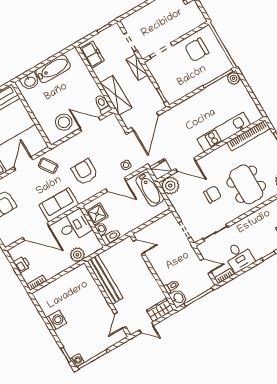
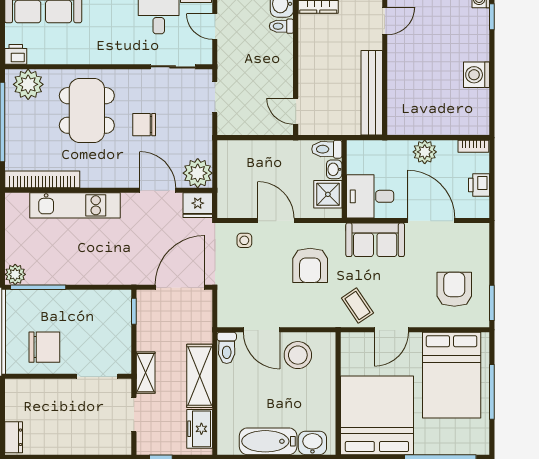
shelving: (116, 95) -> (200, 376), moved
bathtub: (150, 189) -> (231, 185), removed
plant: (77, 255) -> (425, 152), moved

